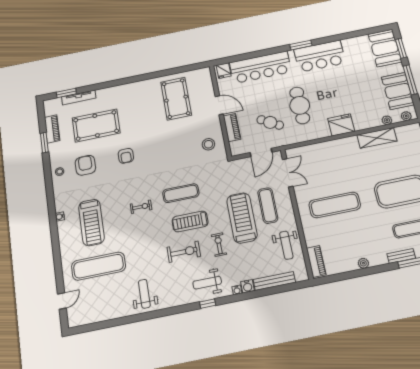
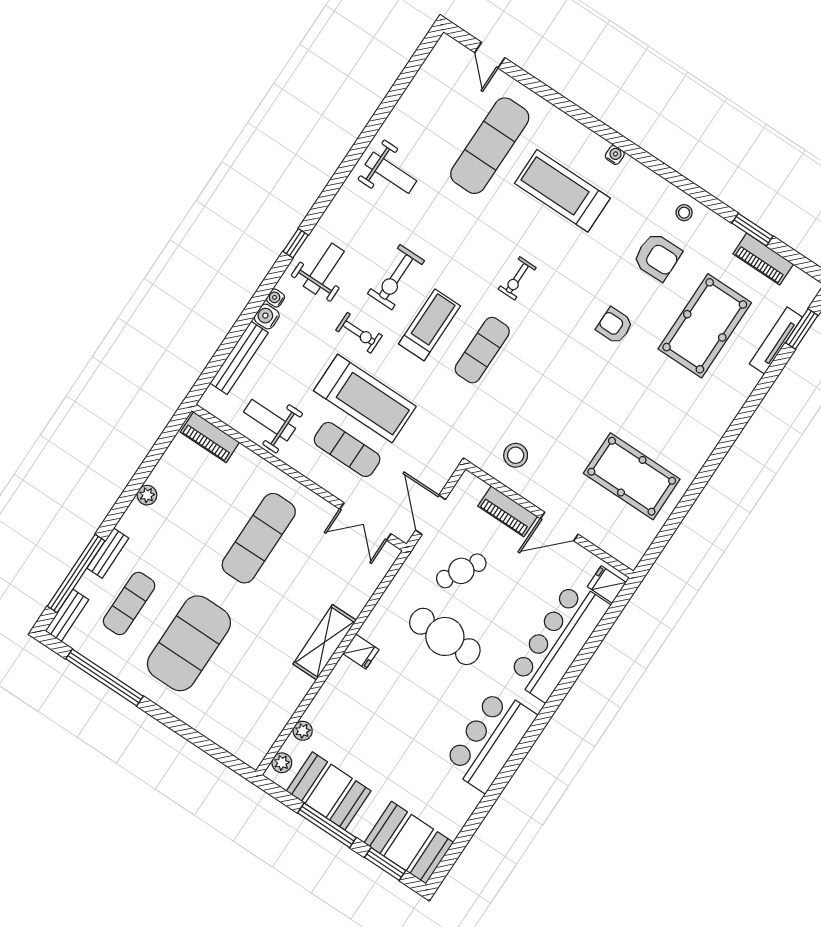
window: (301, 45) -> (534, 732), removed
fridge: (341, 125) -> (361, 652), width x0.53, depth x0.75
shelving: (377, 138) -> (325, 642), moved

